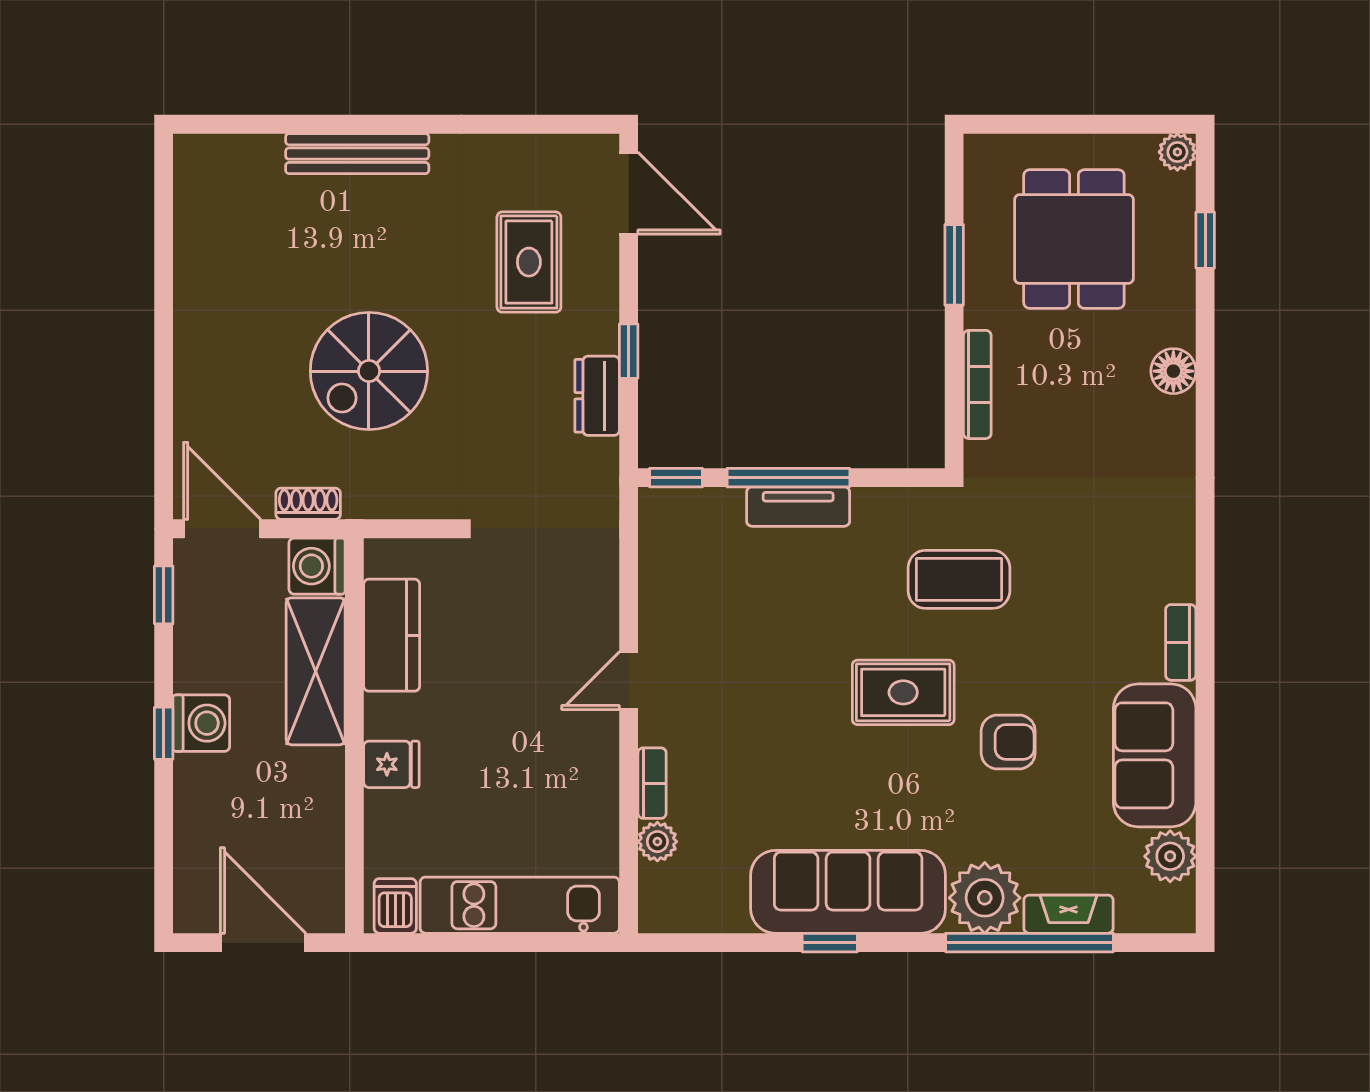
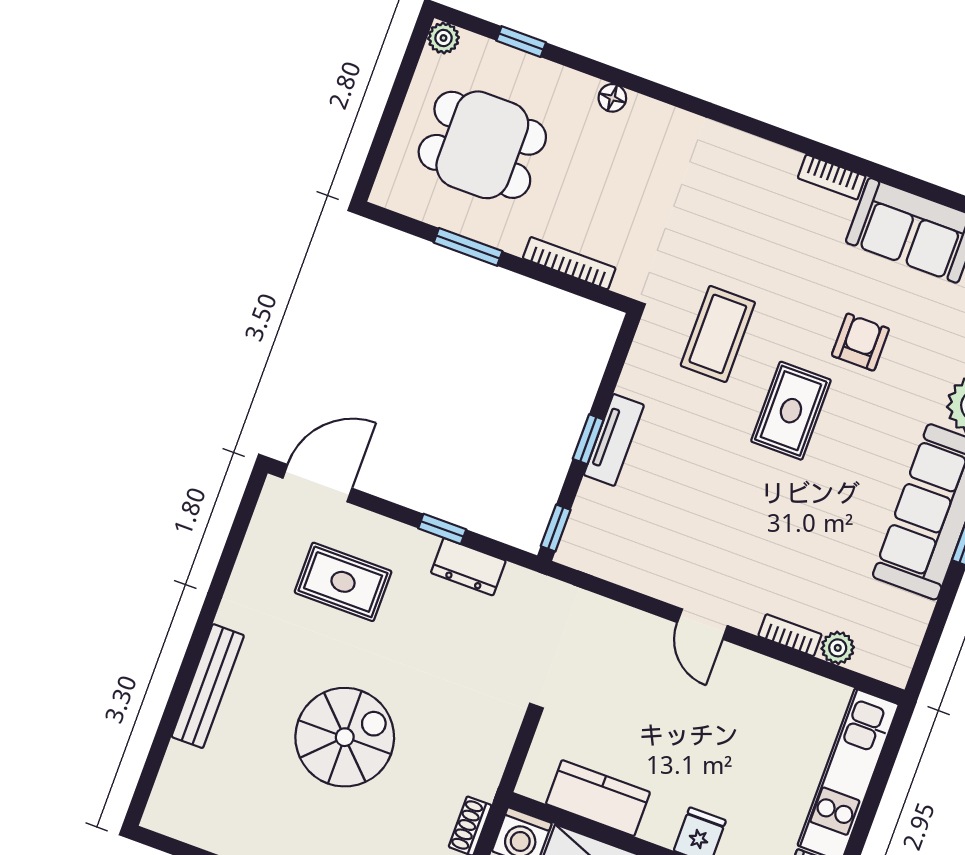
spiral stairs: (369, 371) -> (345, 737), moved, turned -90
floor lamp: (1173, 371) -> (612, 98), width x0.73, depth x0.73
window: (788, 478) -> (588, 439), width x0.46

